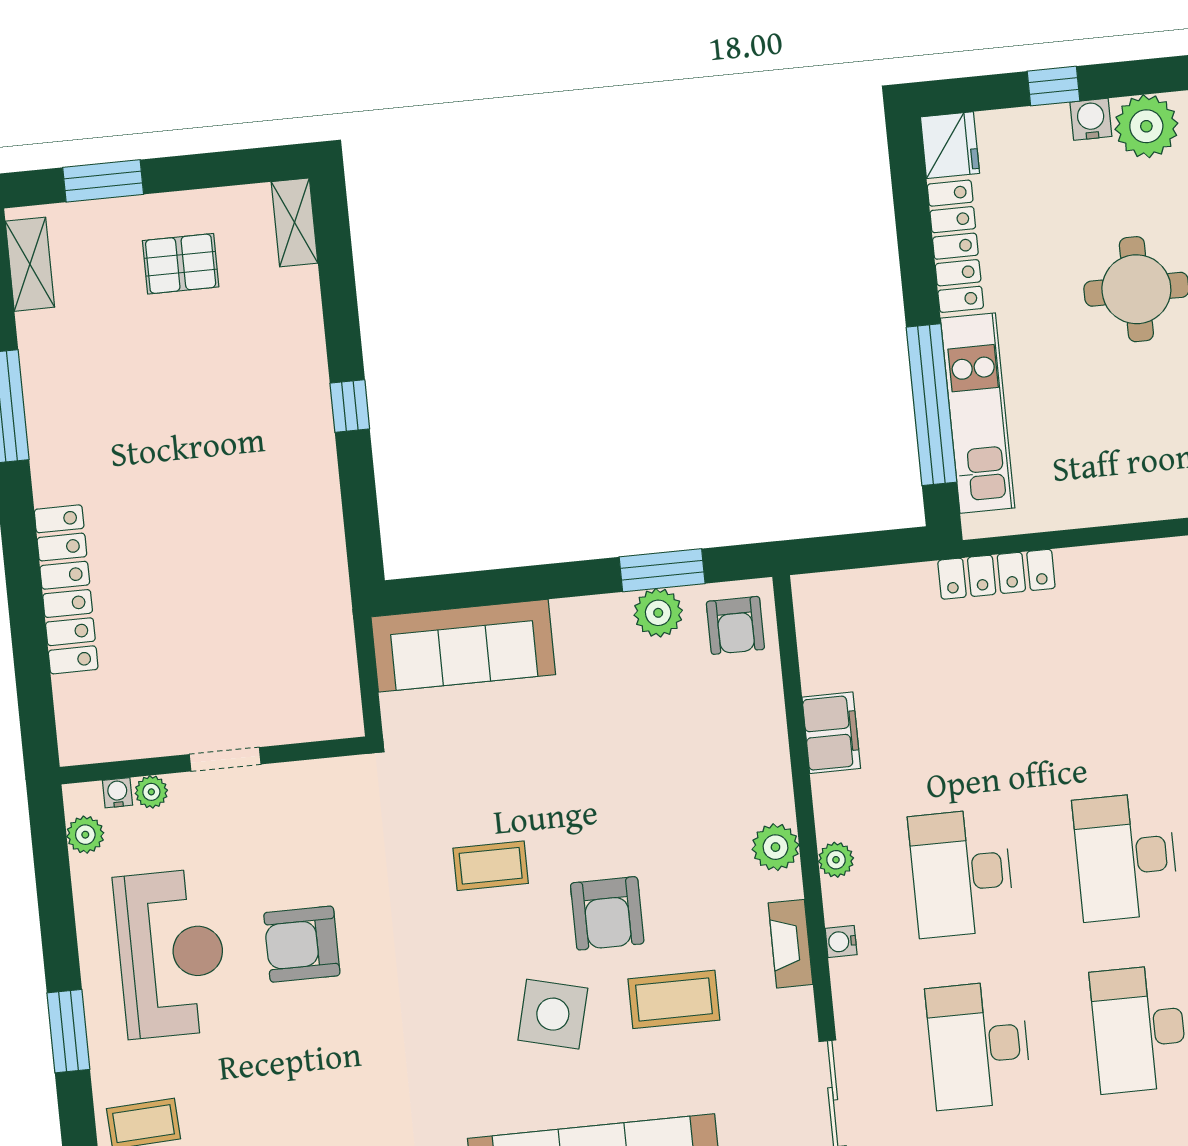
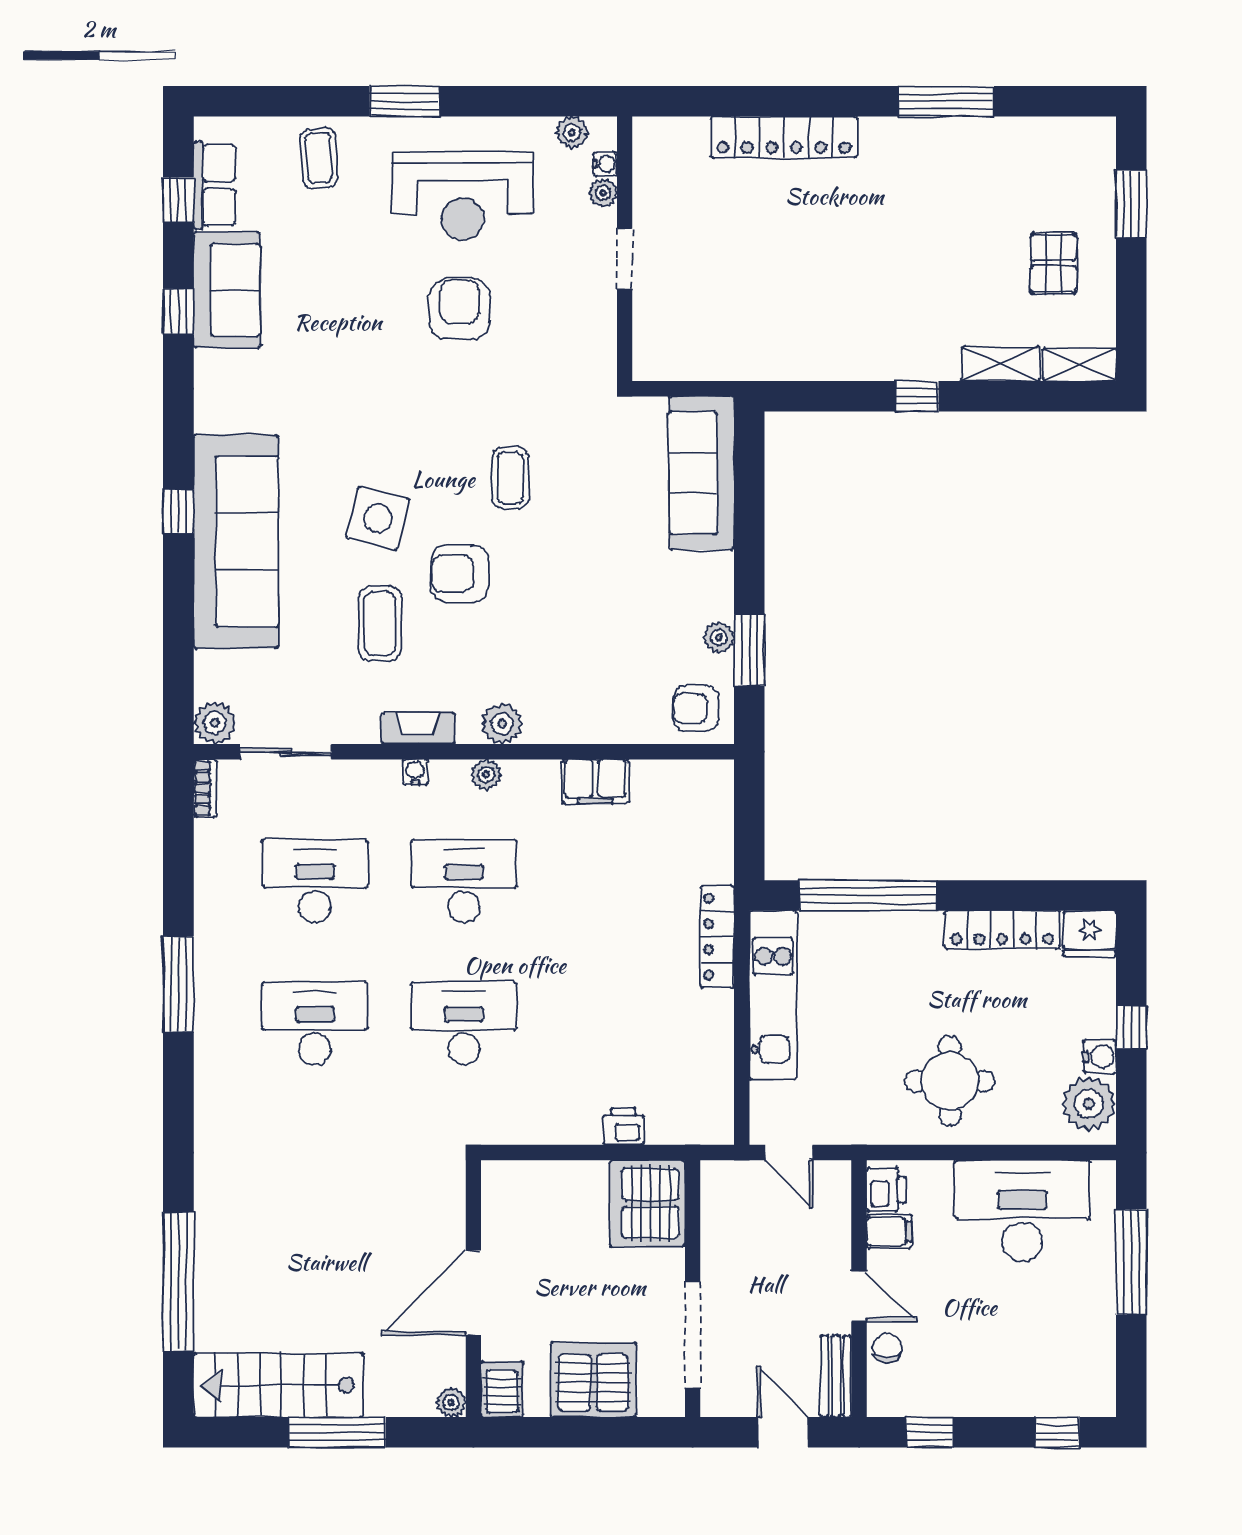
shelving: (30, 264) -> (1000, 364), moved
kitchen unit: (978, 413) -> (773, 995), moved, turned -90
plant: (658, 613) -> (719, 637), width x0.73, depth x0.73

